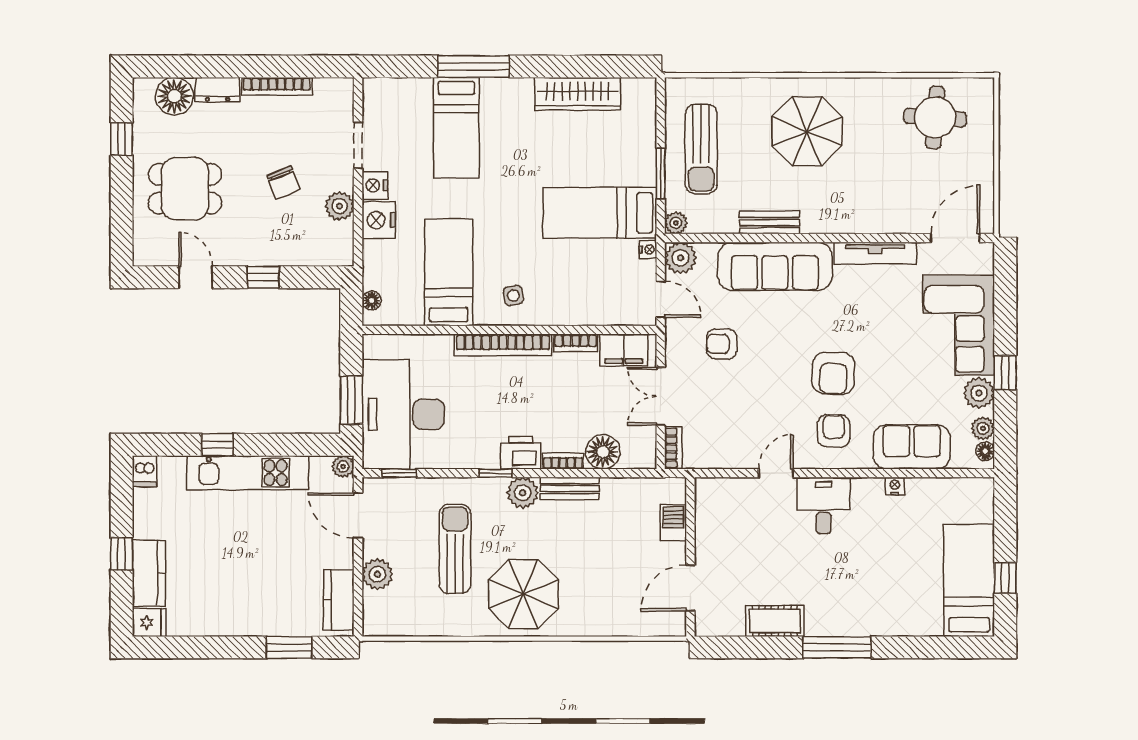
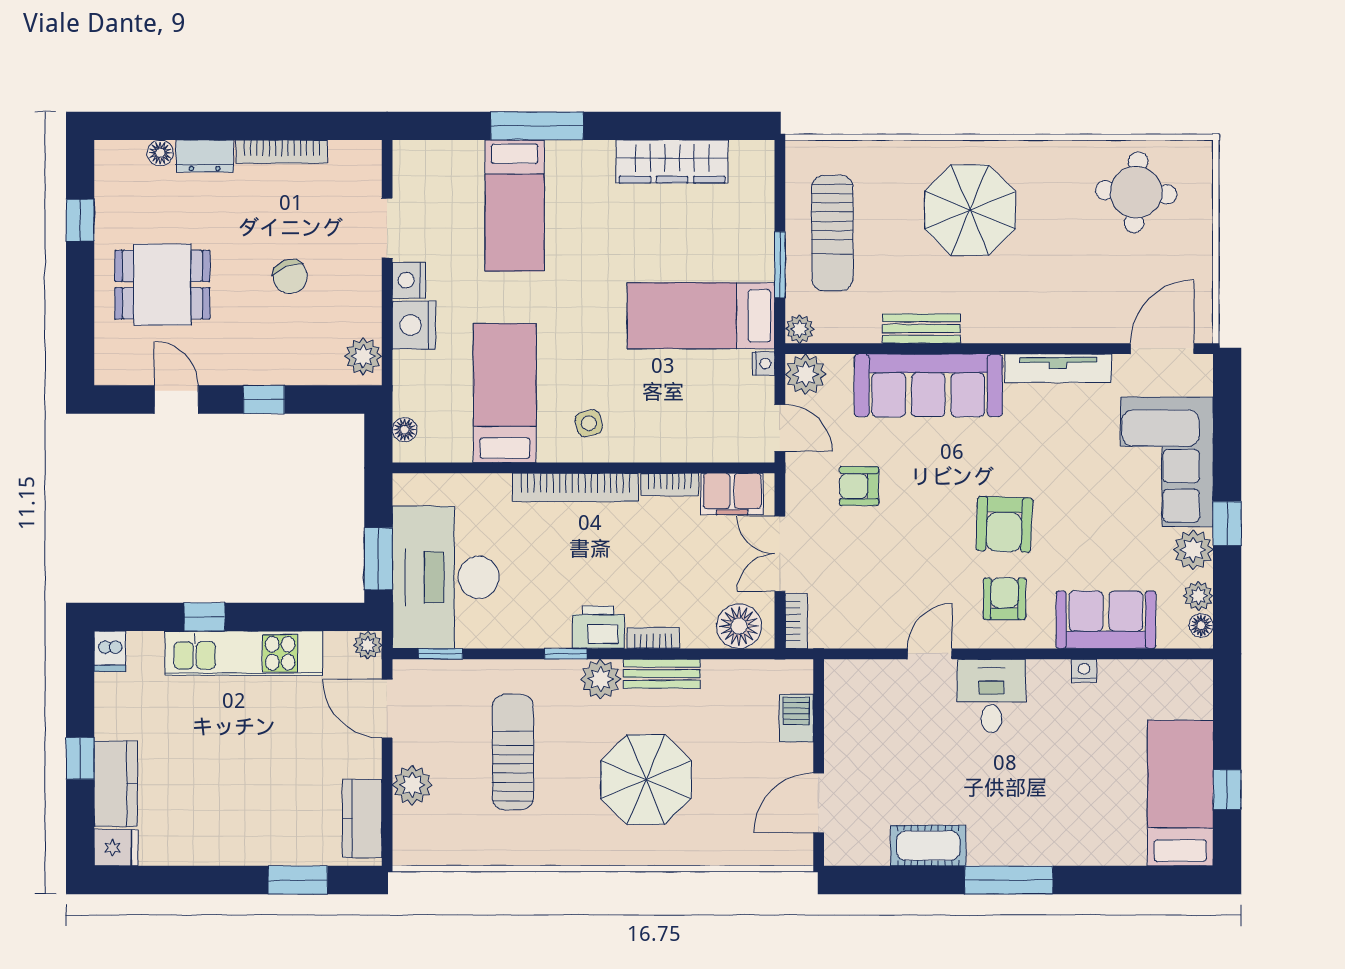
floor lamp: (174, 96) -> (160, 153), width x0.53, depth x0.53
plant: (340, 206) -> (363, 356), moved
floor lamp: (603, 452) -> (739, 626), moved
parasol: (523, 594) -> (646, 780), moved

